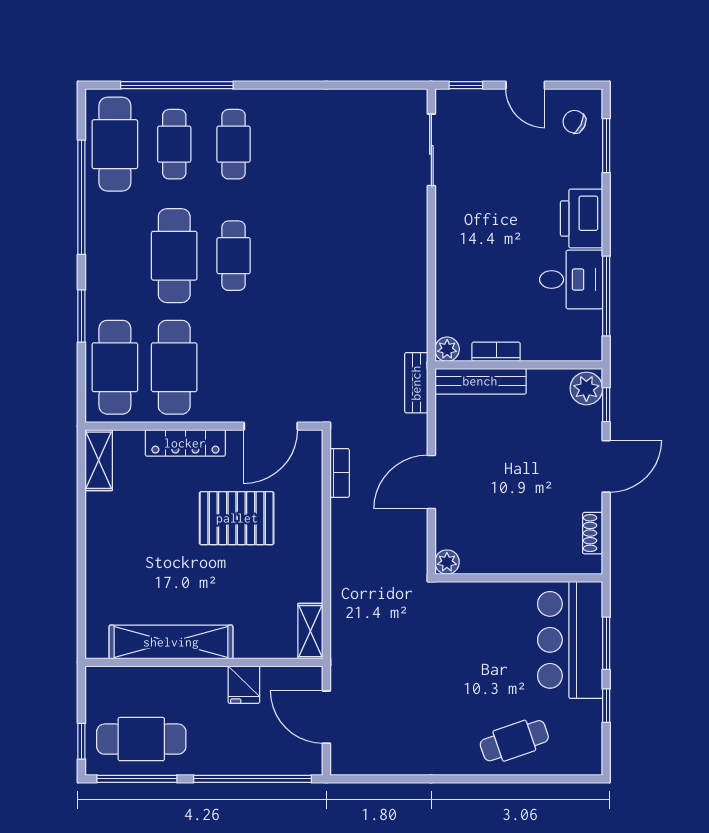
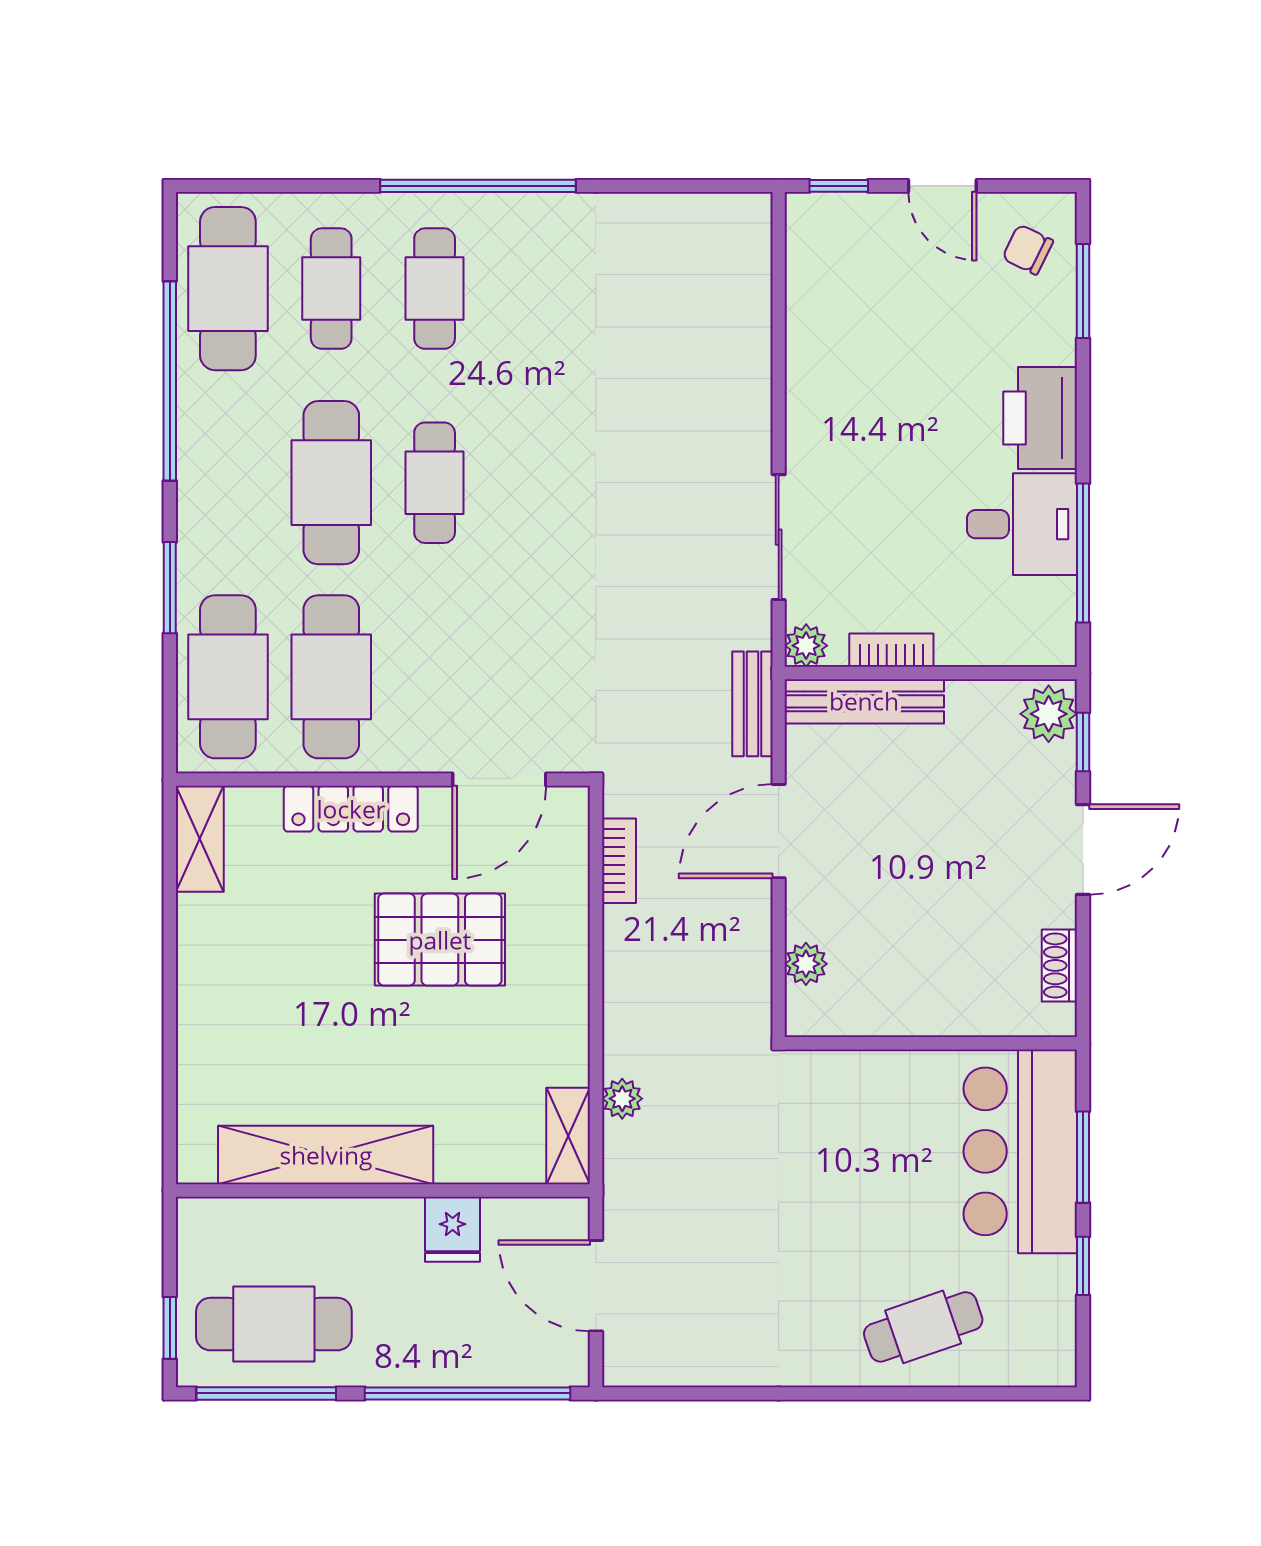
window: (177, 85) -> (478, 186), moved
sliding door: (431, 150) -> (779, 537), moved
door: (431, 482) -> (779, 831), moved
plant: (447, 562) -> (806, 964), moved
plant: (341, 610) -> (622, 1099), added

